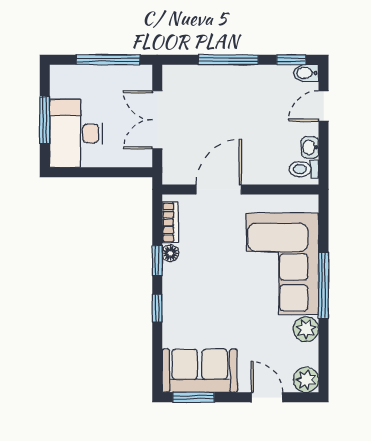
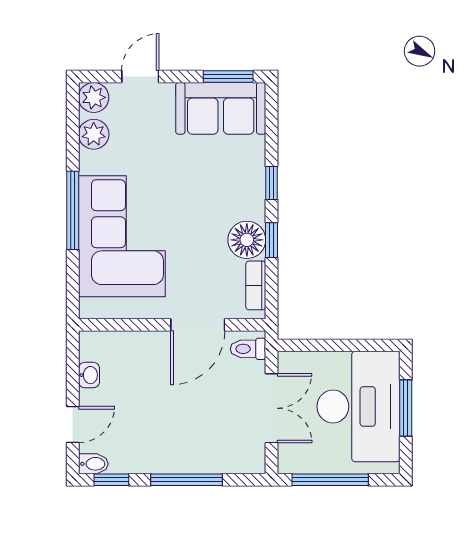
desk: (76, 133) -> (359, 406), width x1.36, depth x1.30
toilet: (304, 169) -> (248, 349), moved, turned 180
floor lamp: (170, 253) -> (247, 240), width x1.89, depth x1.89
plant: (306, 329) -> (94, 134), moved
door: (267, 397) -> (140, 77), swing flipped

